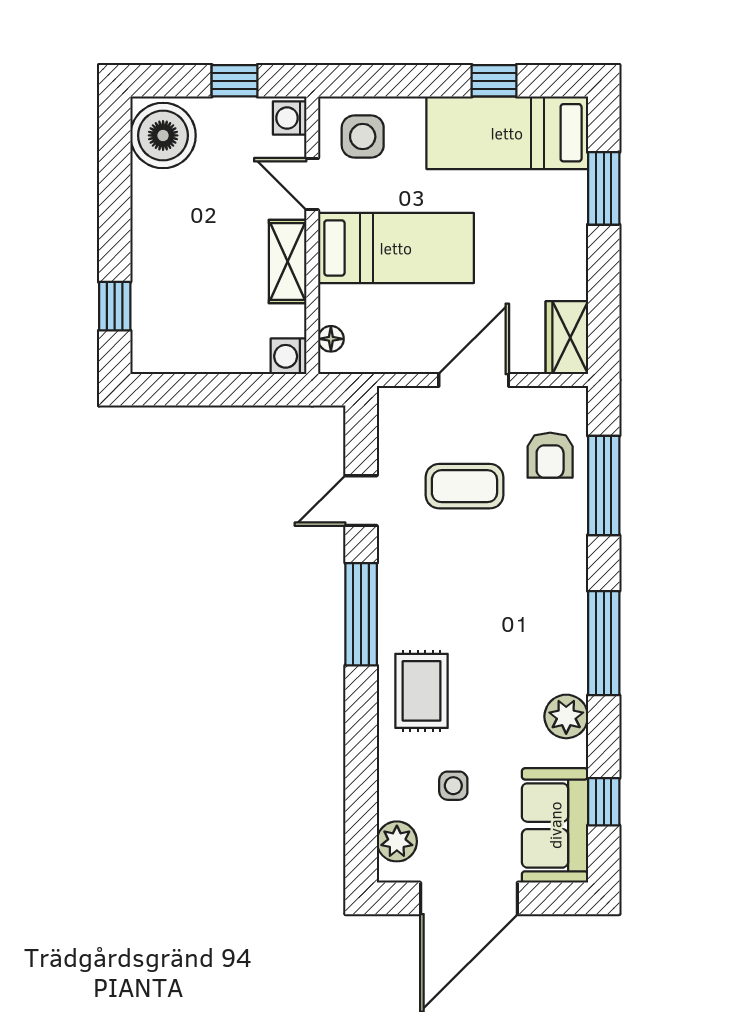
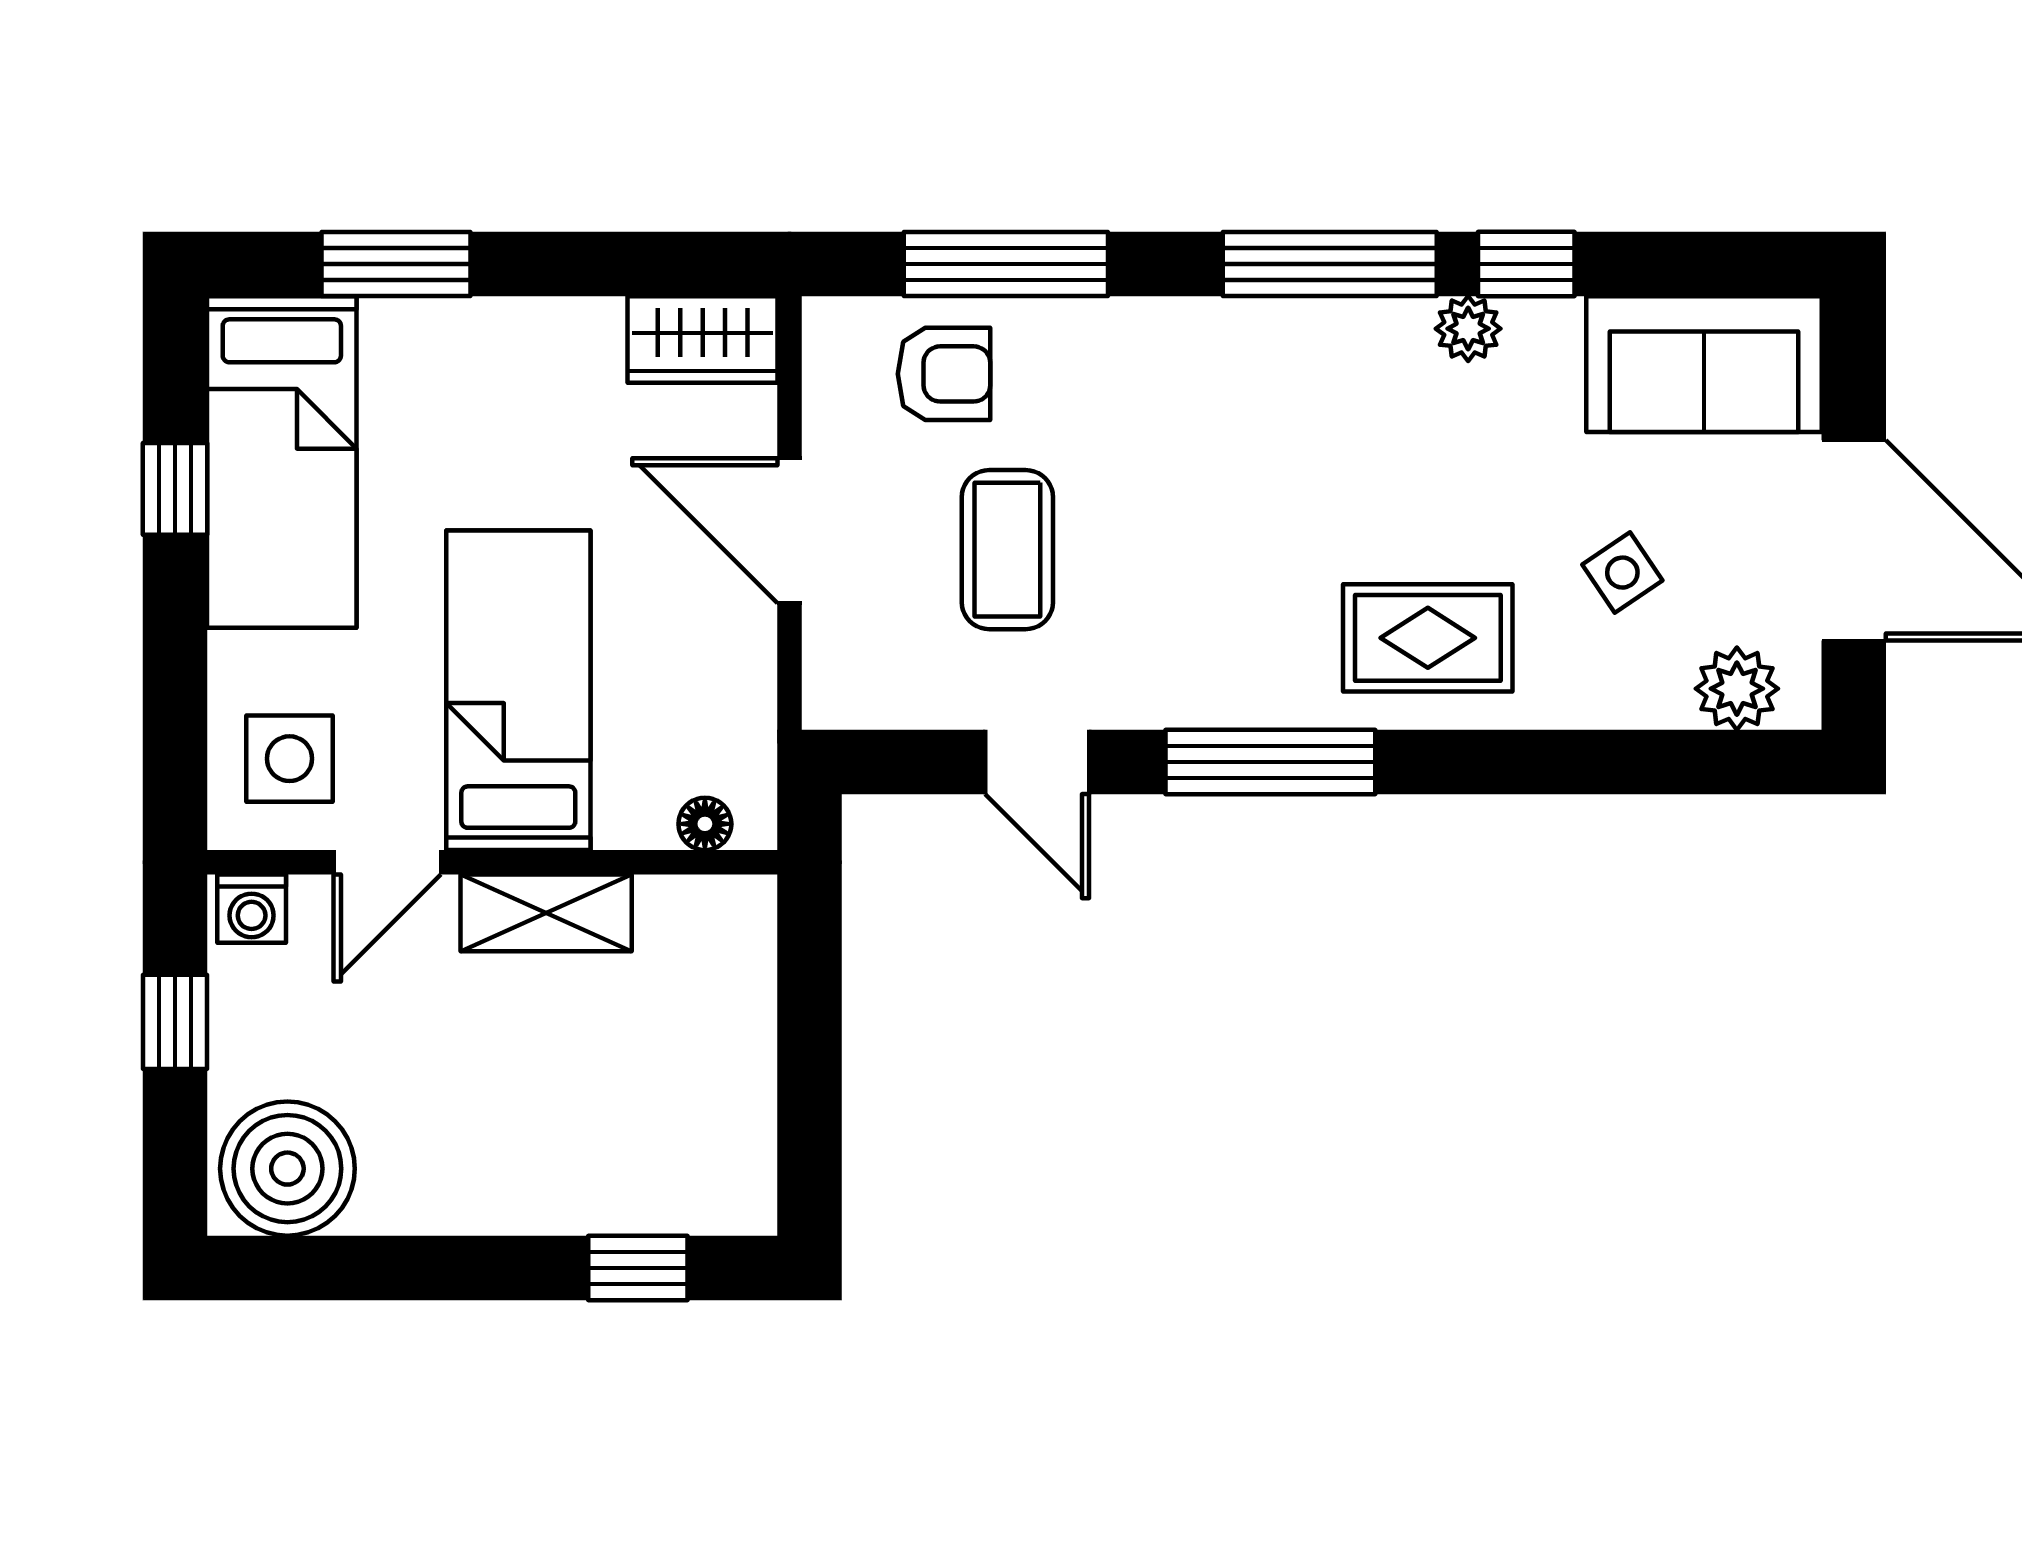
washing machine: (288, 356) -> (741, 911), removed
plant: (566, 716) -> (1468, 329), width x0.73, depth x0.73
side table: (453, 786) -> (1622, 573), turned -34
window: (604, 802) -> (1526, 264), moved

